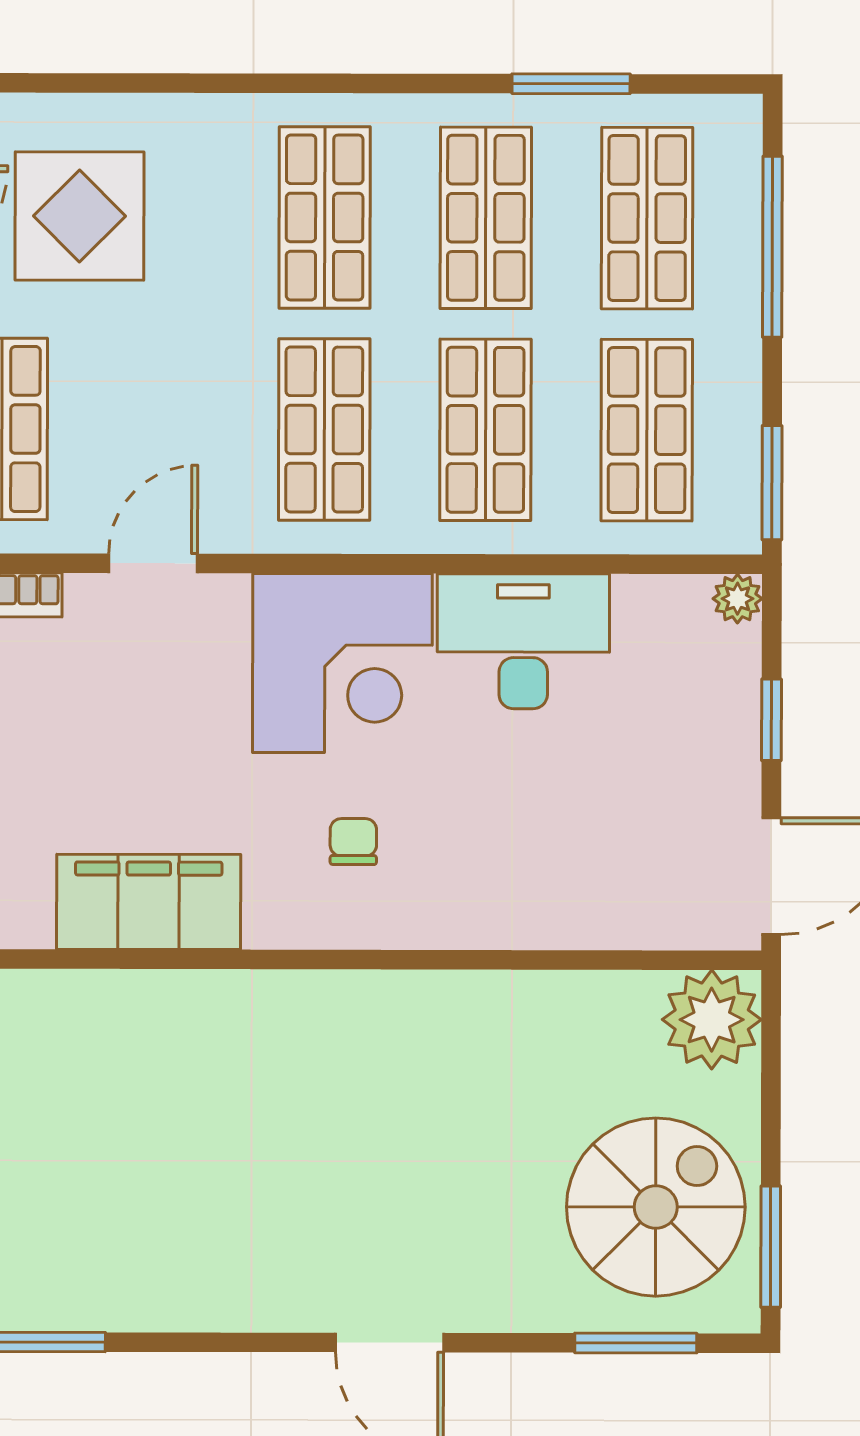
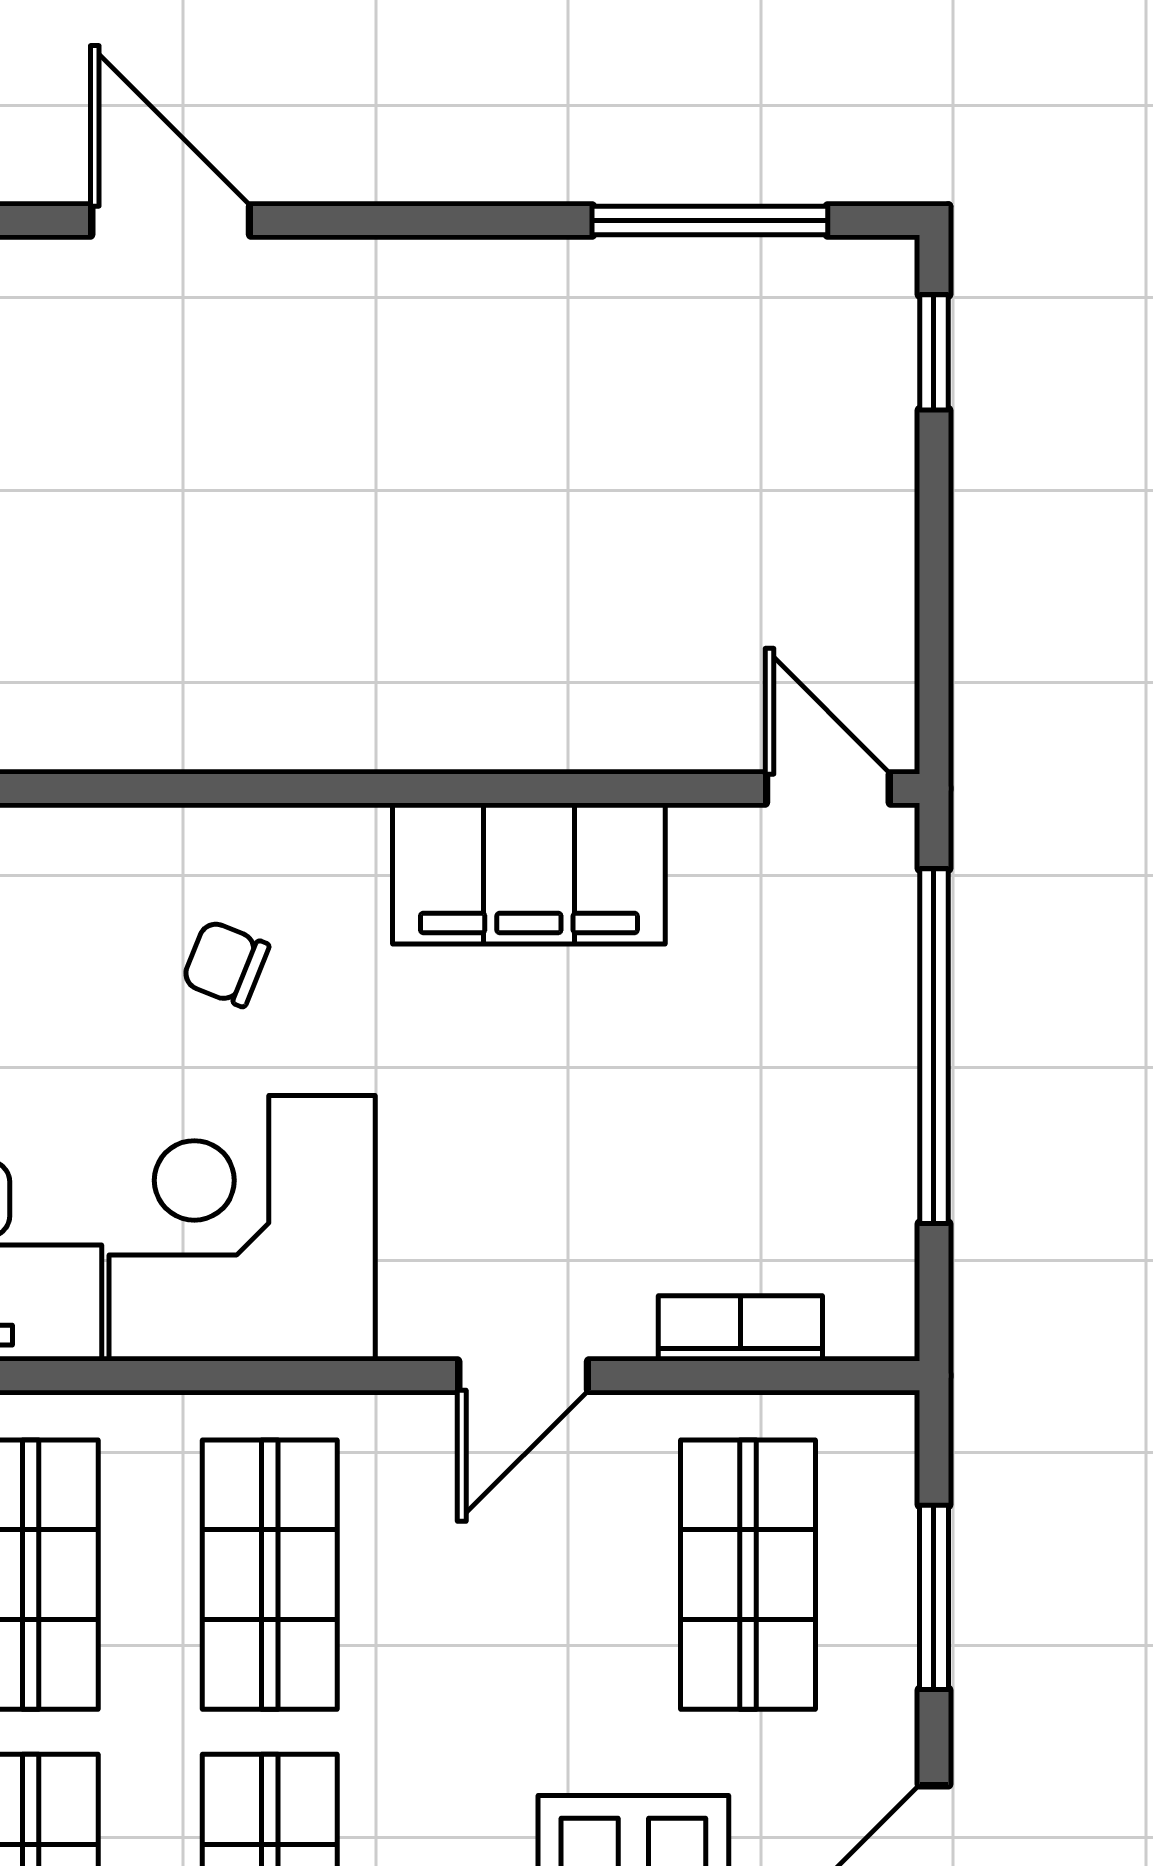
chair: (353, 842) -> (226, 964), turned 112

